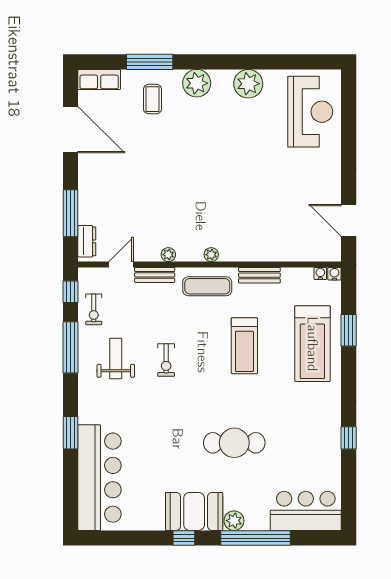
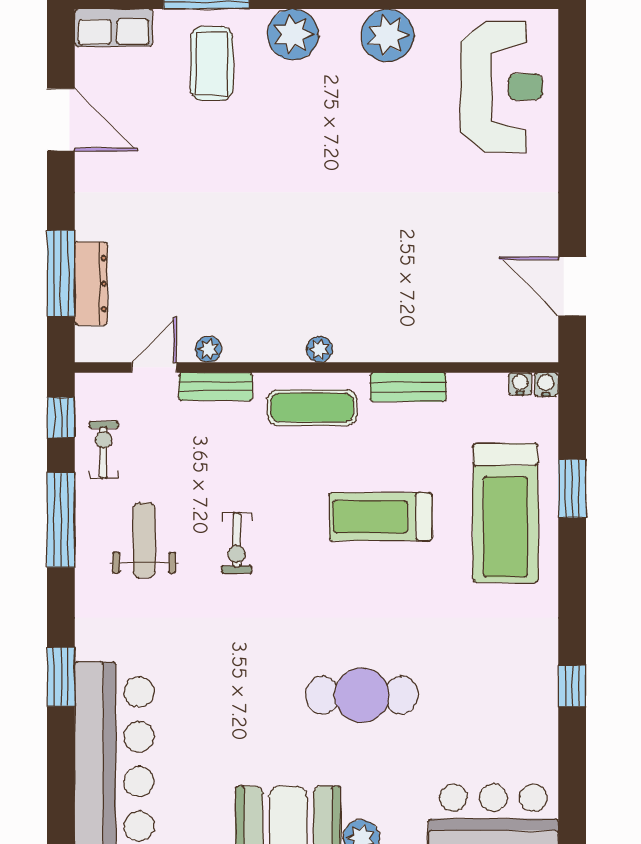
coffee table: (153, 99) -> (212, 64), width x1.36, depth x1.30
door: (70, 130) -> (61, 120), width x0.73
dresser: (87, 241) -> (91, 284), moved, width x1.44
plant: (168, 255) -> (209, 349), moved
exercise bike: (94, 309) -> (104, 450), turned 180
treadmill: (244, 346) -> (381, 517), turned 90

